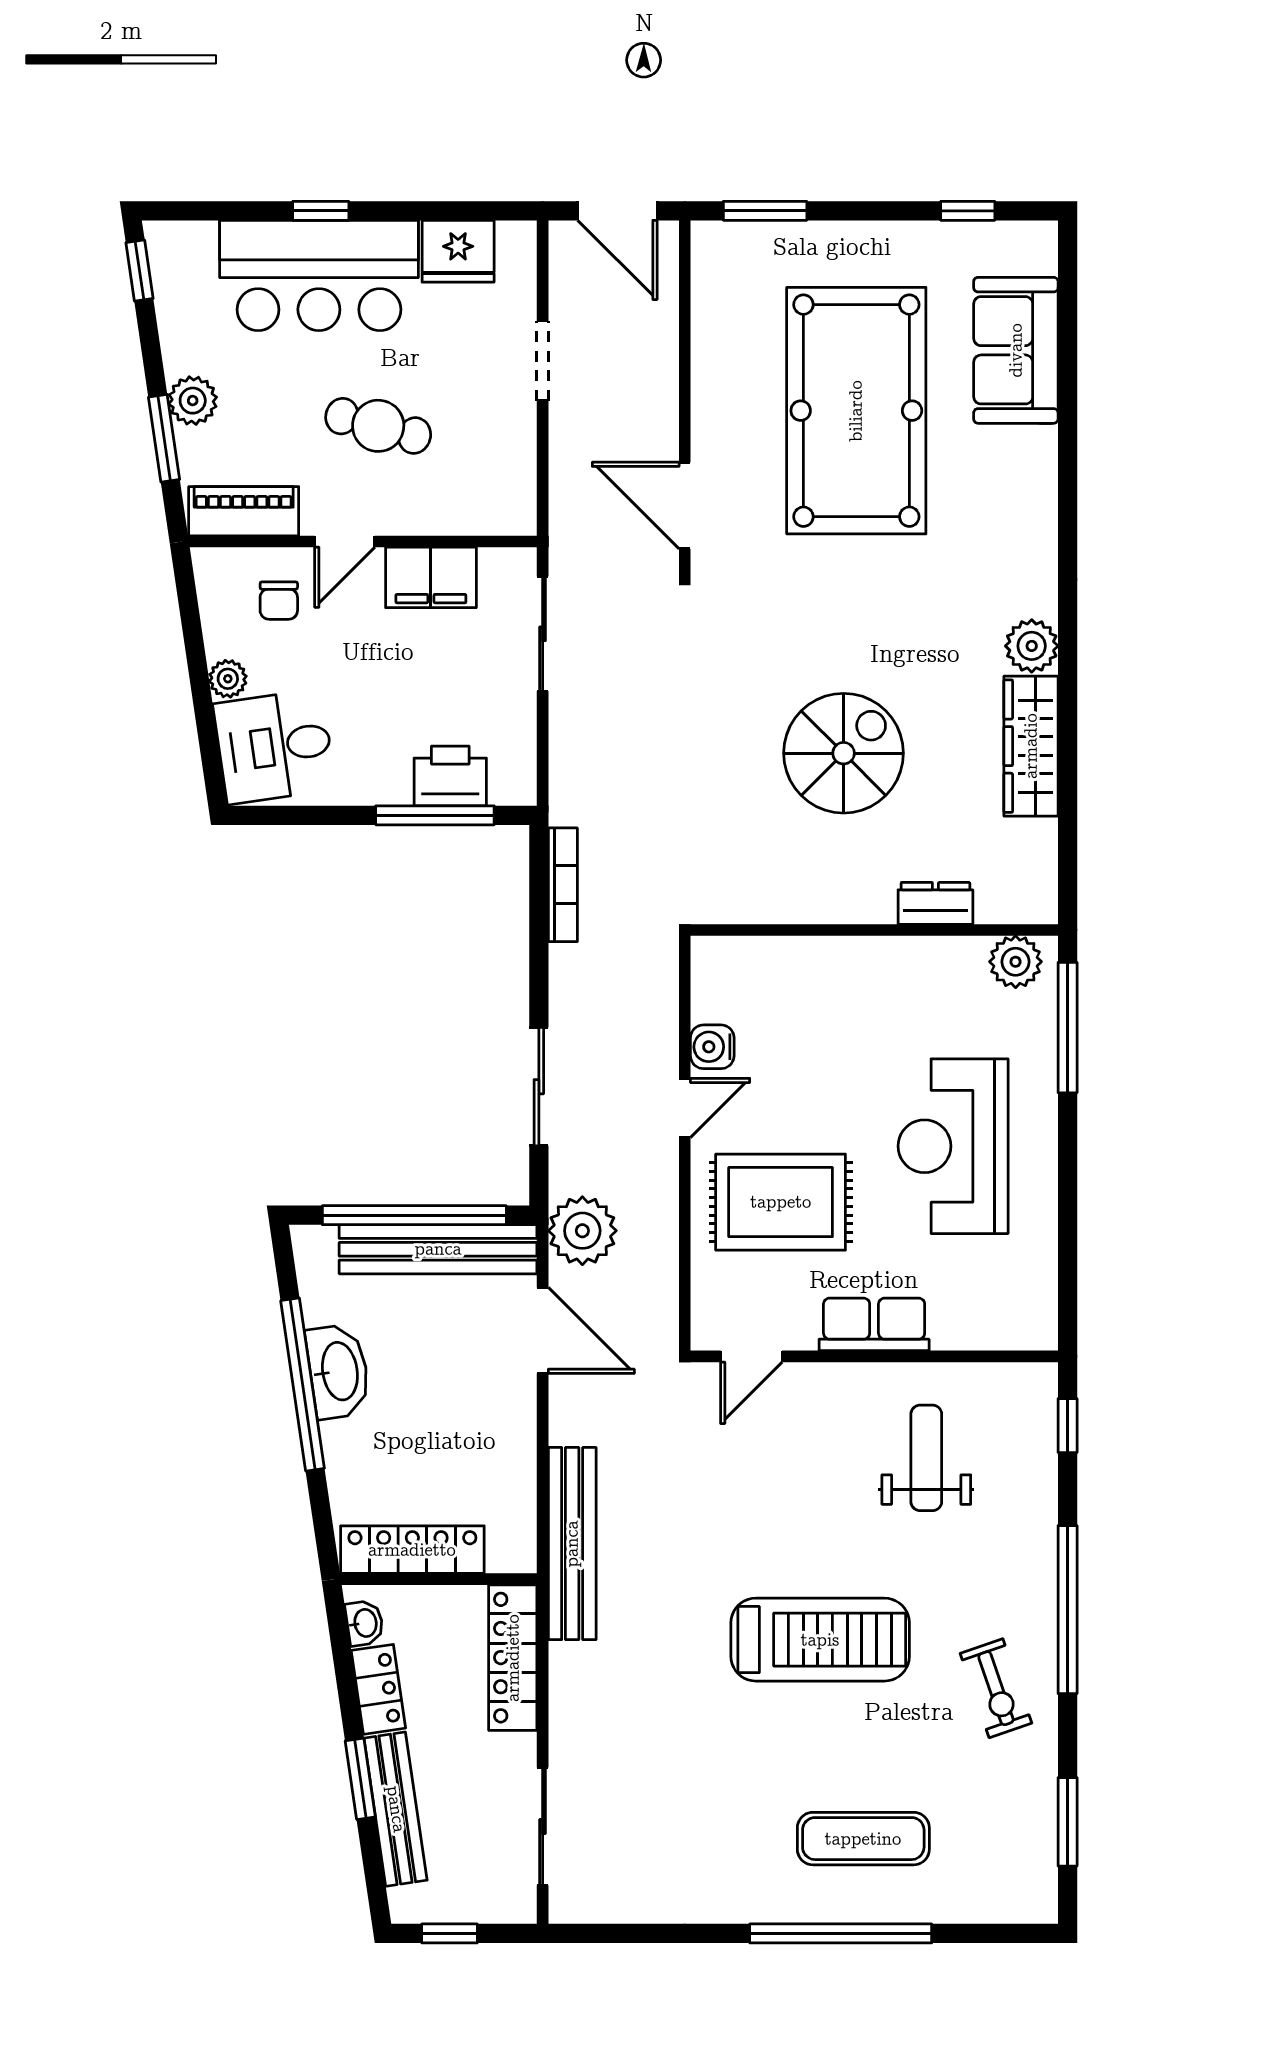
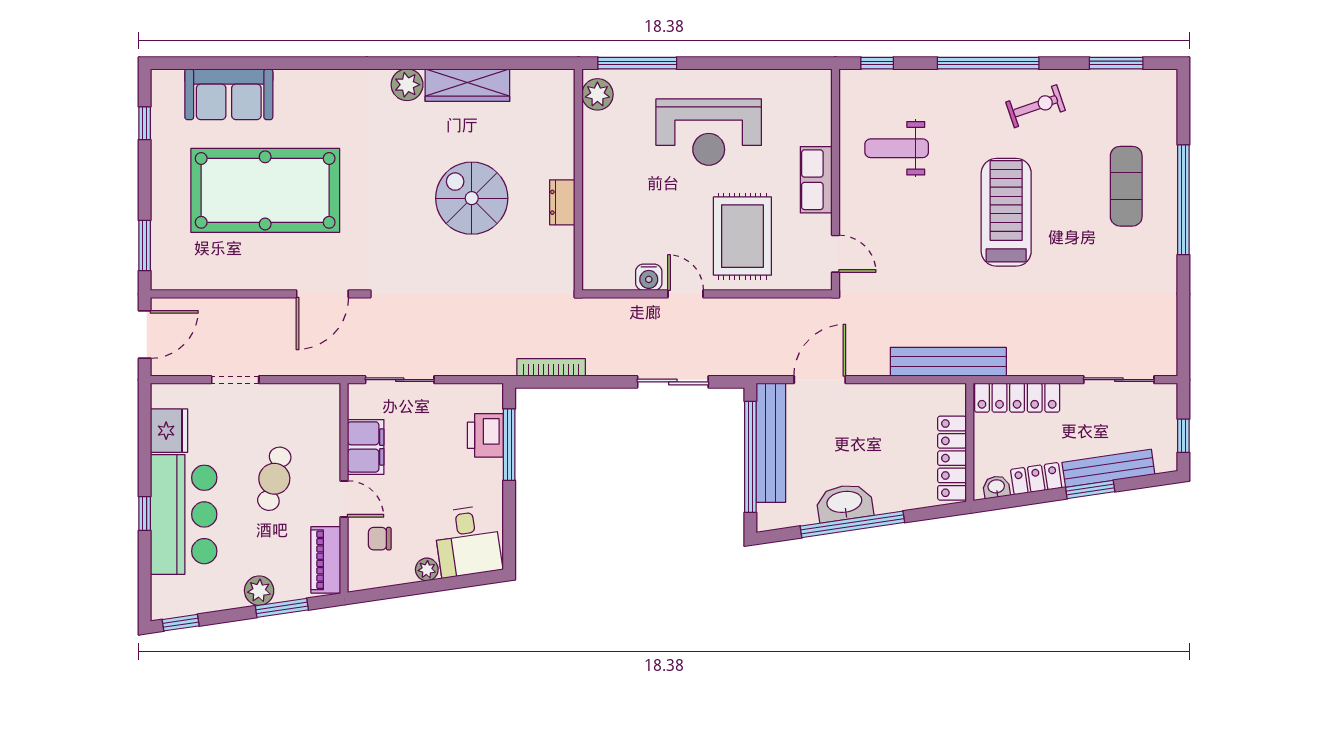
chair: (279, 601) -> (380, 539), turned 180
dresser: (935, 903) -> (562, 202), moved
plant: (582, 1231) -> (760, 356), removed

